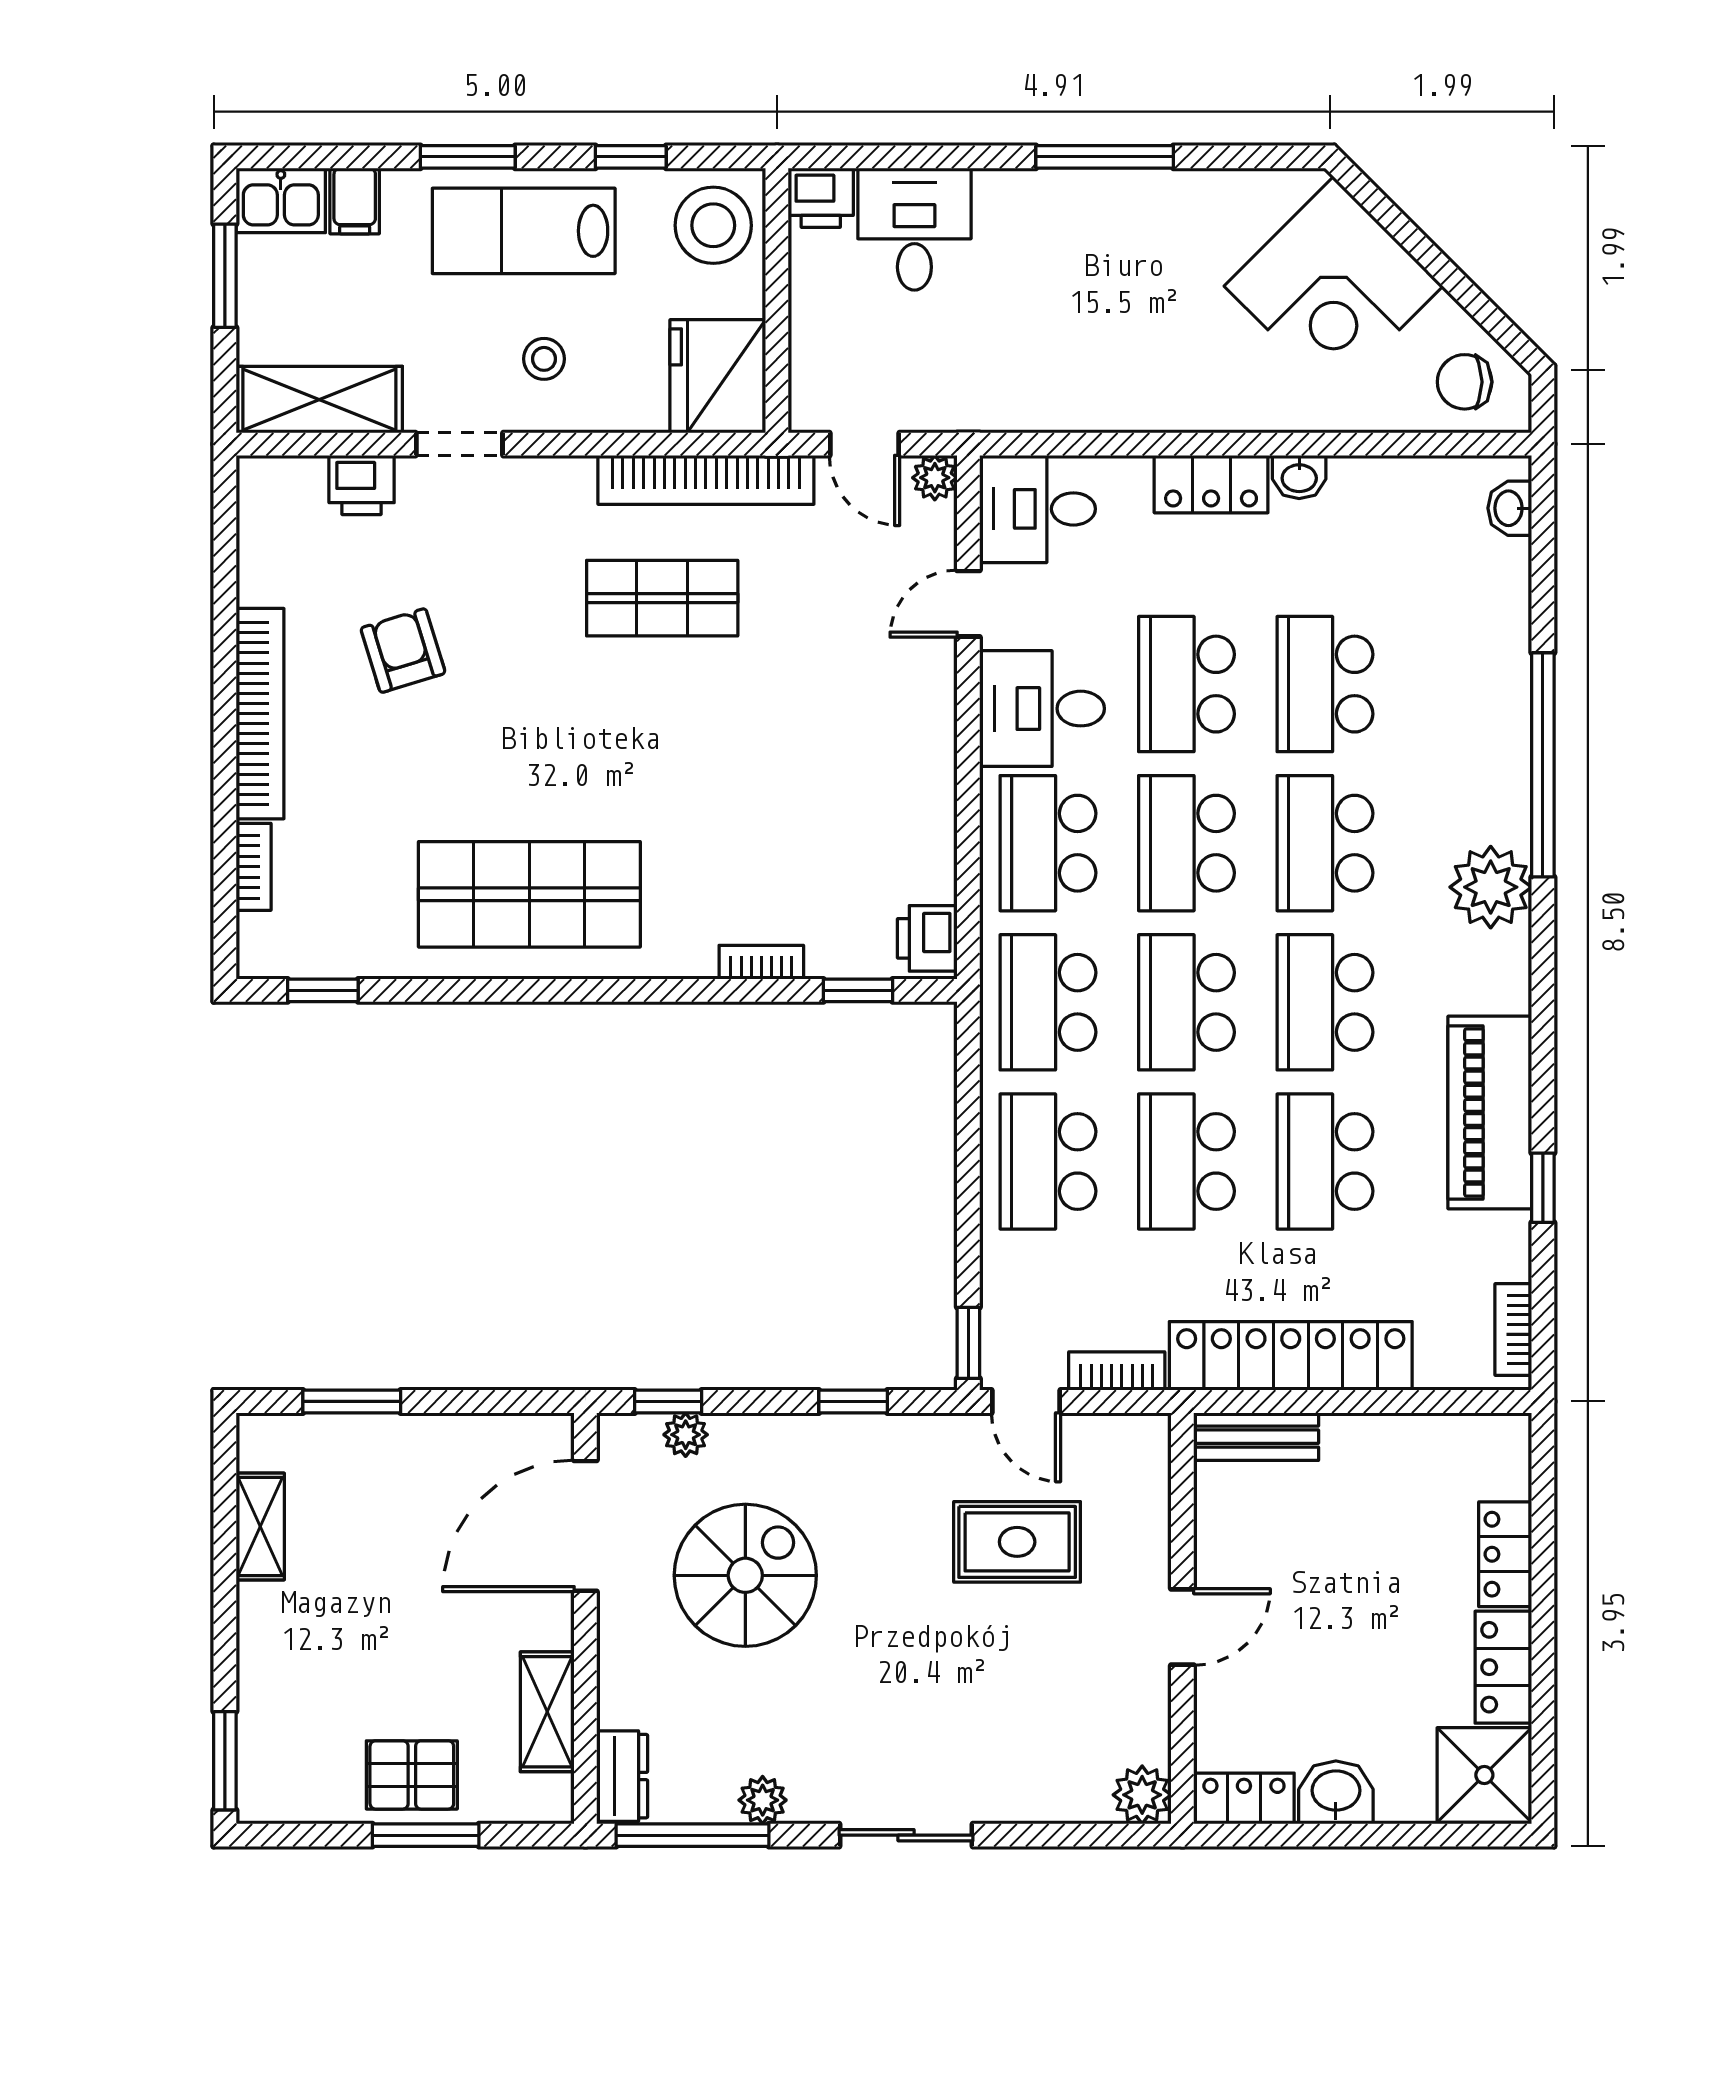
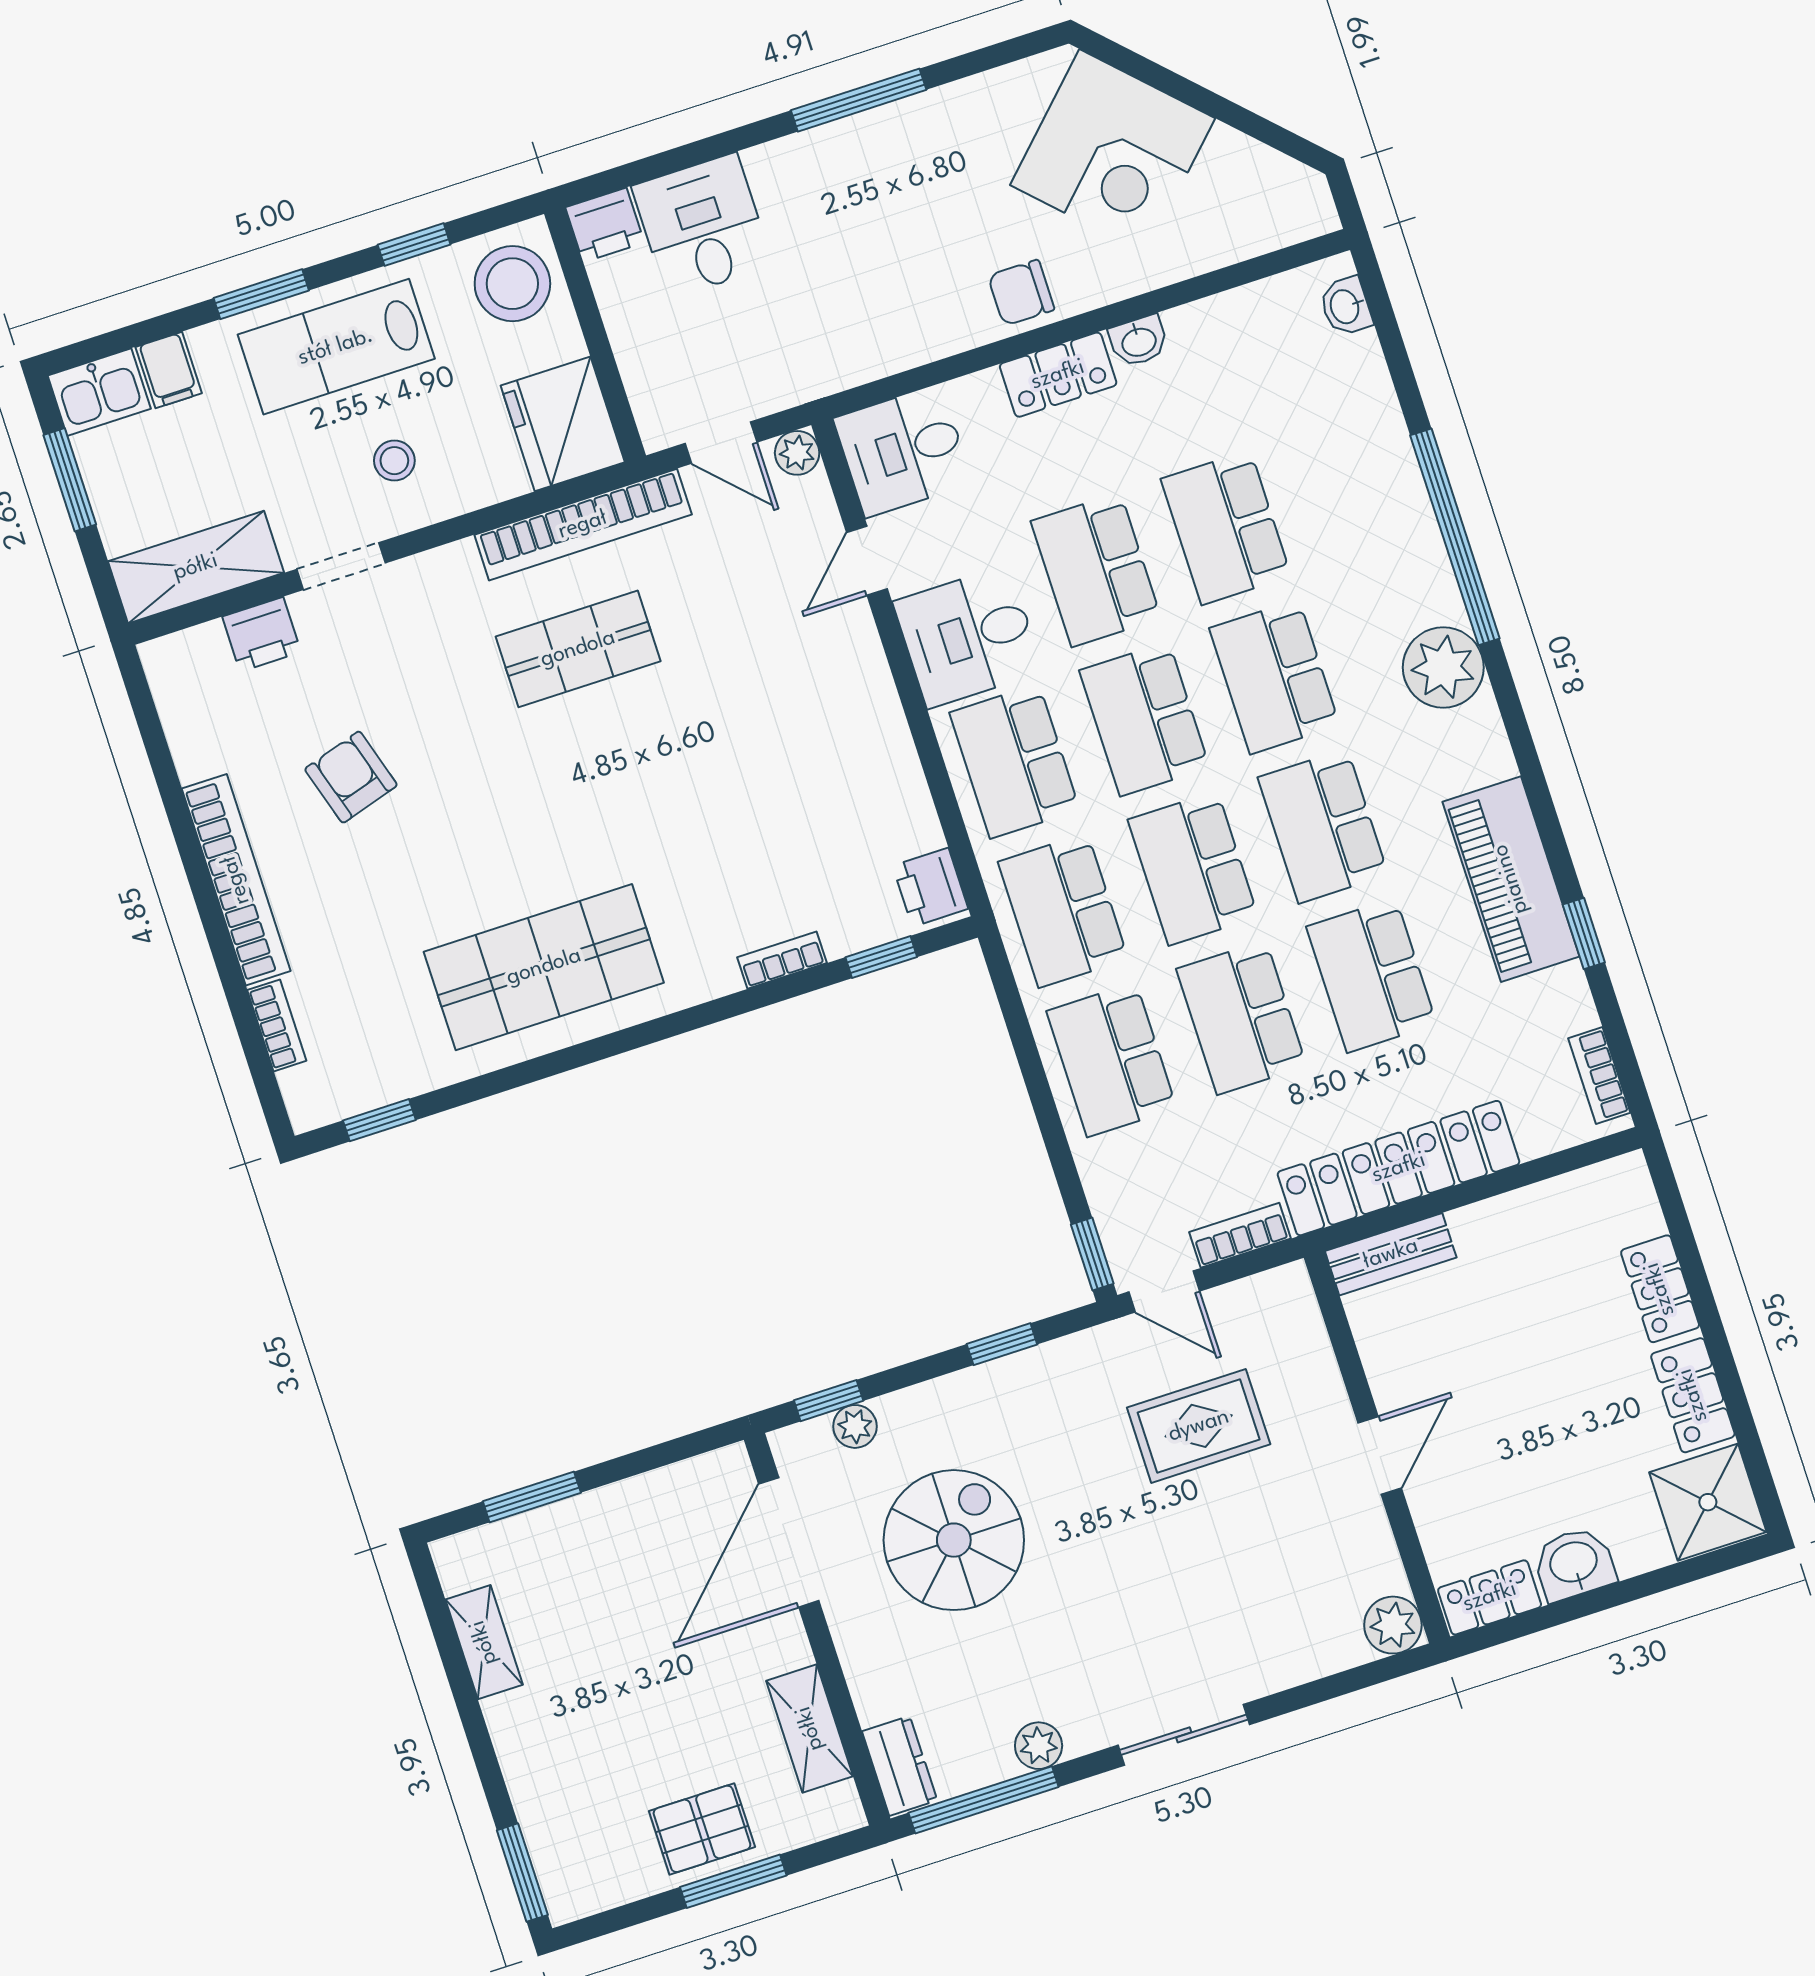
chair: (1465, 382) -> (1021, 293), moved

